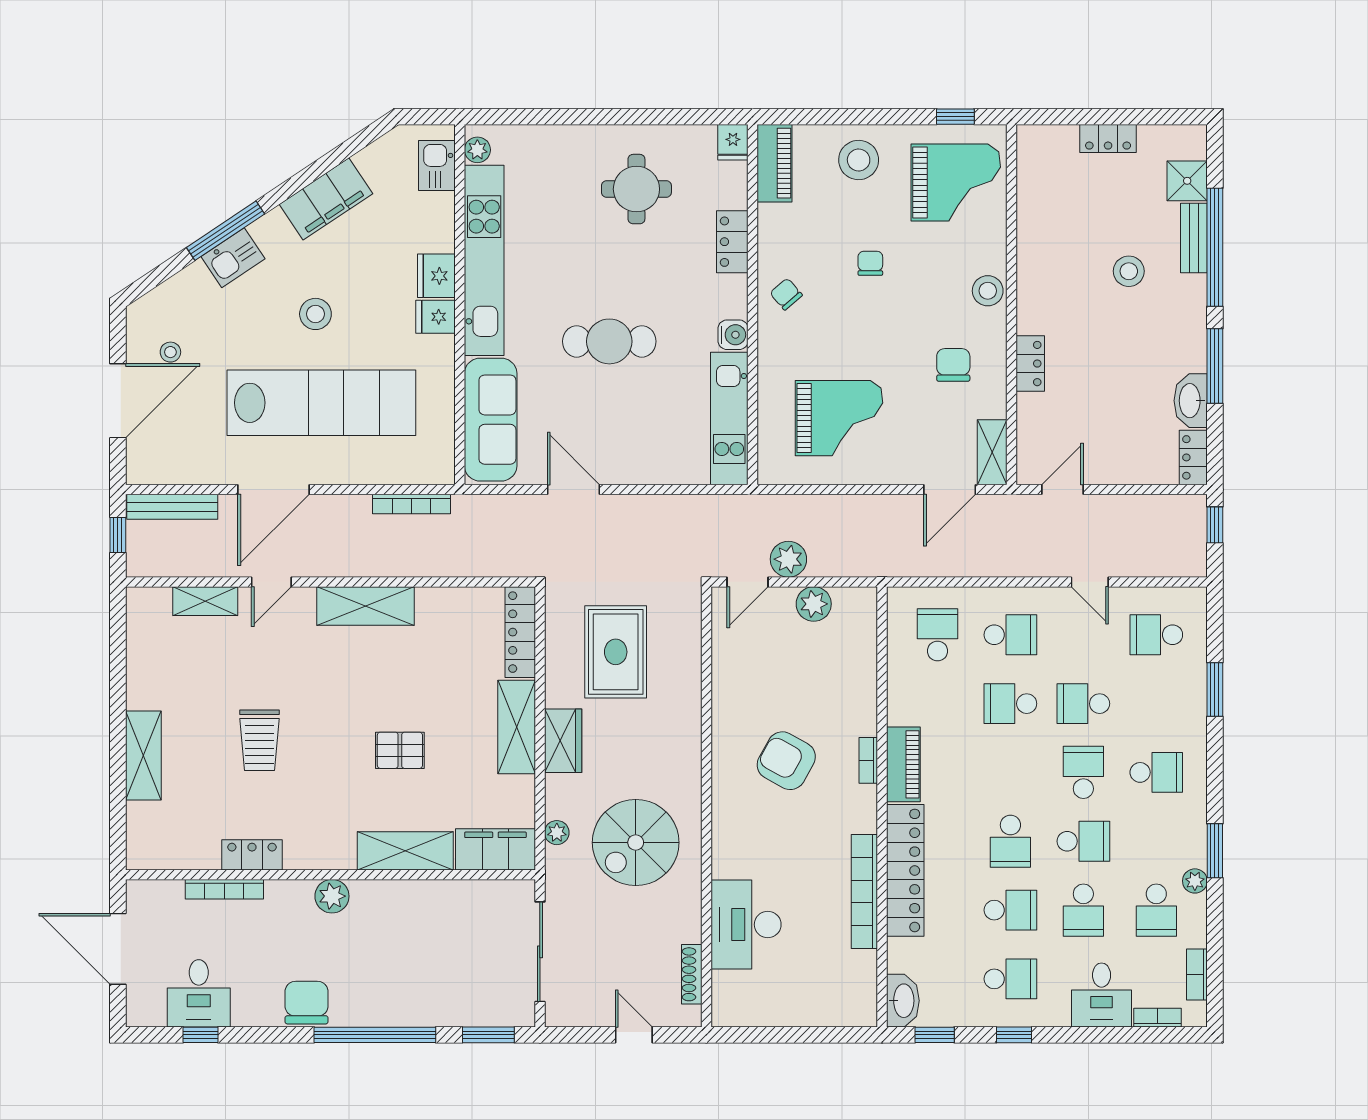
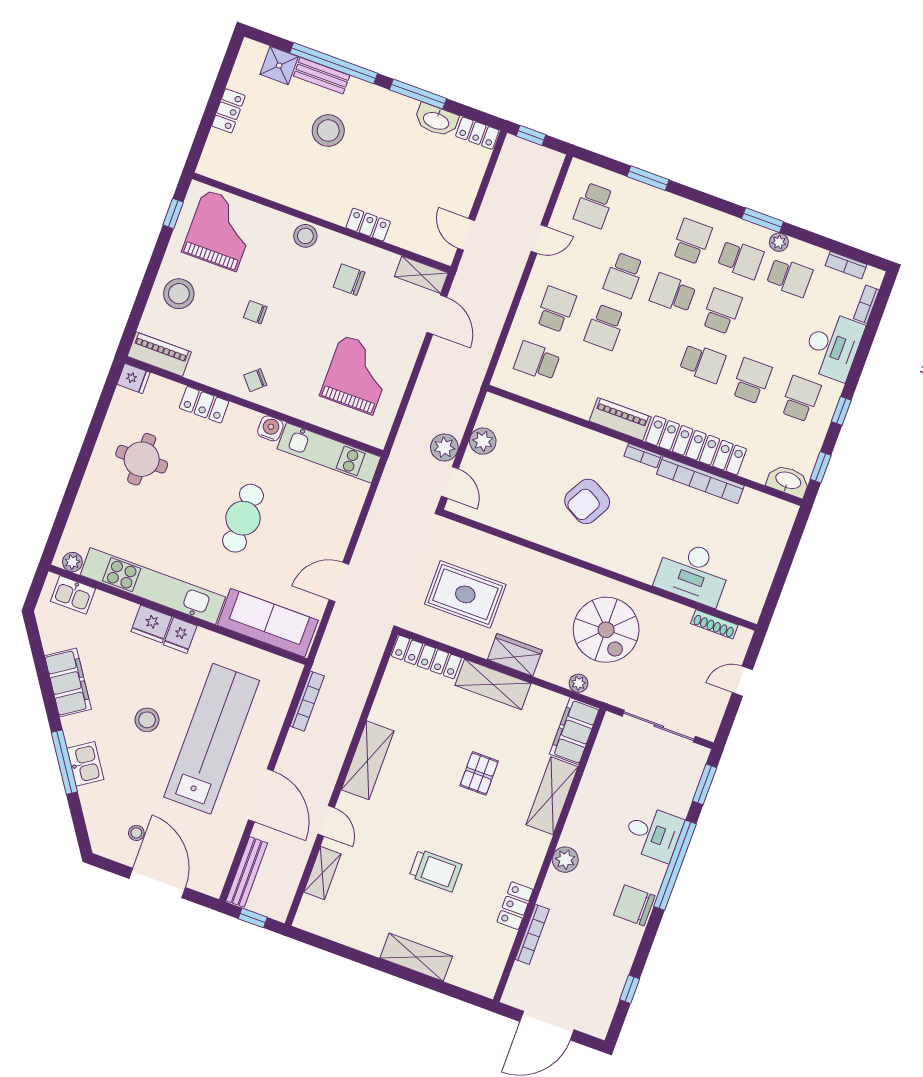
stool: (1129, 271) -> (328, 131), width x1.38, depth x1.38
bookcase: (868, 760) -> (643, 456), moved
school desk: (1083, 910) -> (741, 259), moved
desk: (199, 993) -> (653, 833), moved
desk: (1102, 995) -> (833, 346), width x1.37

